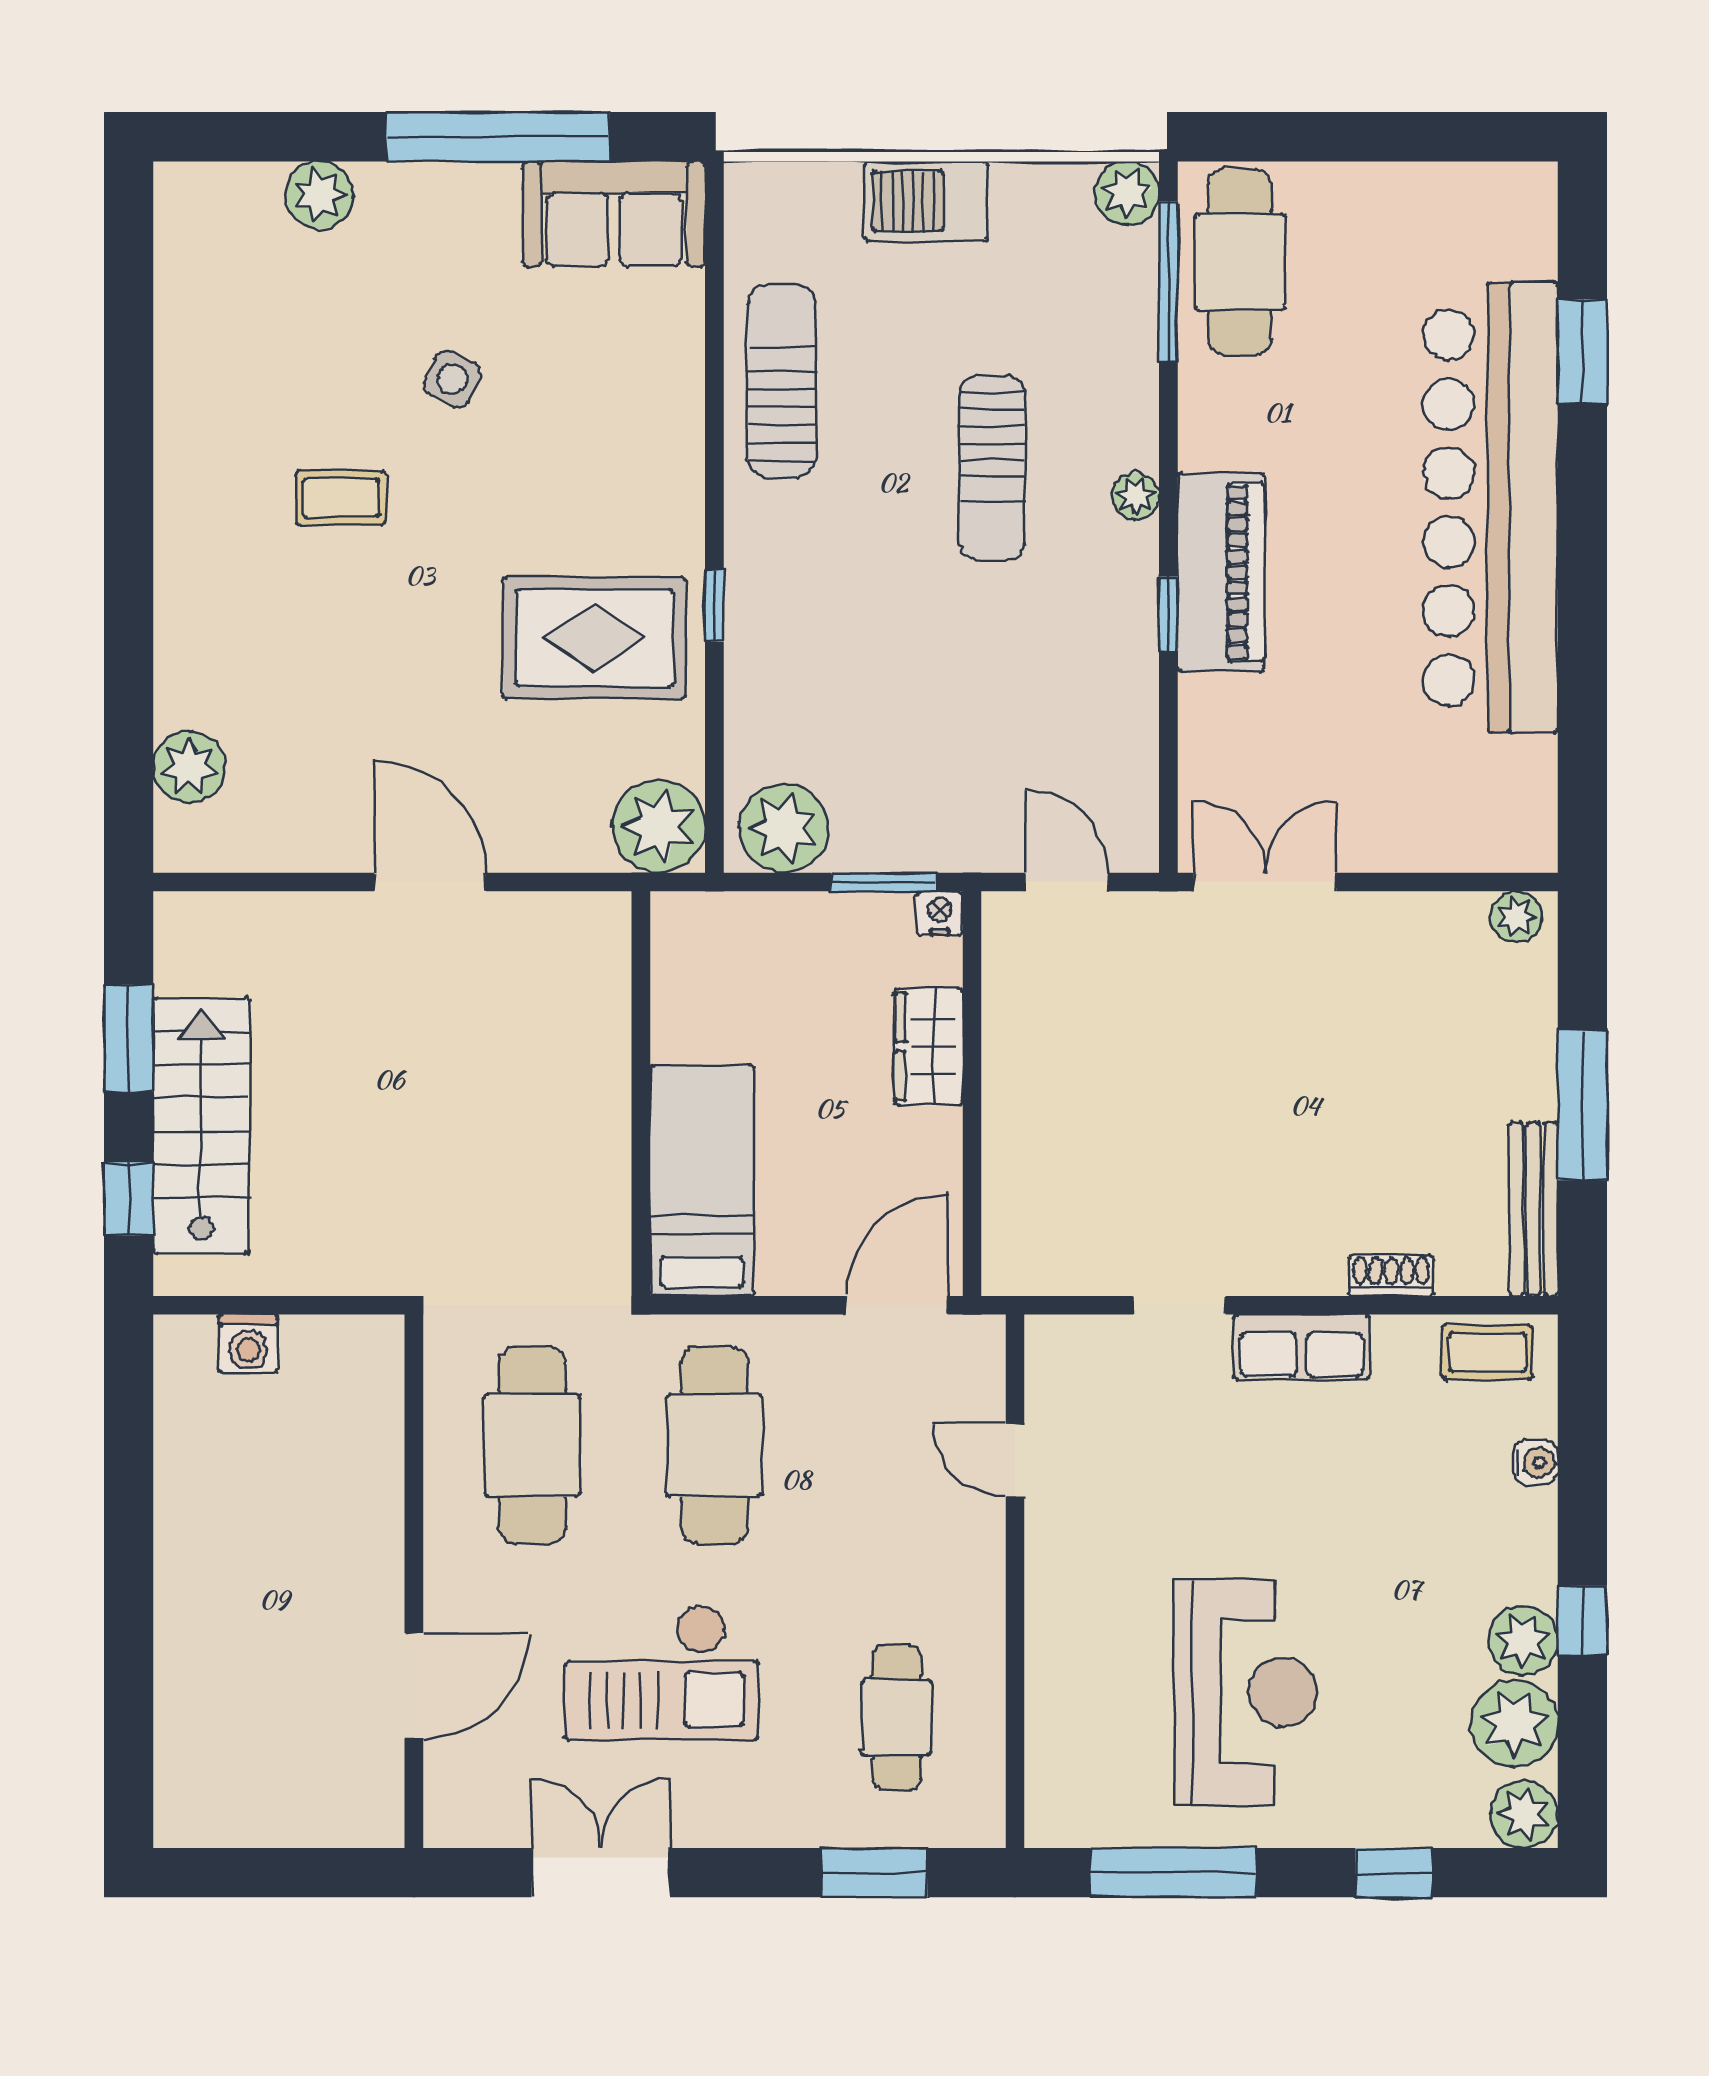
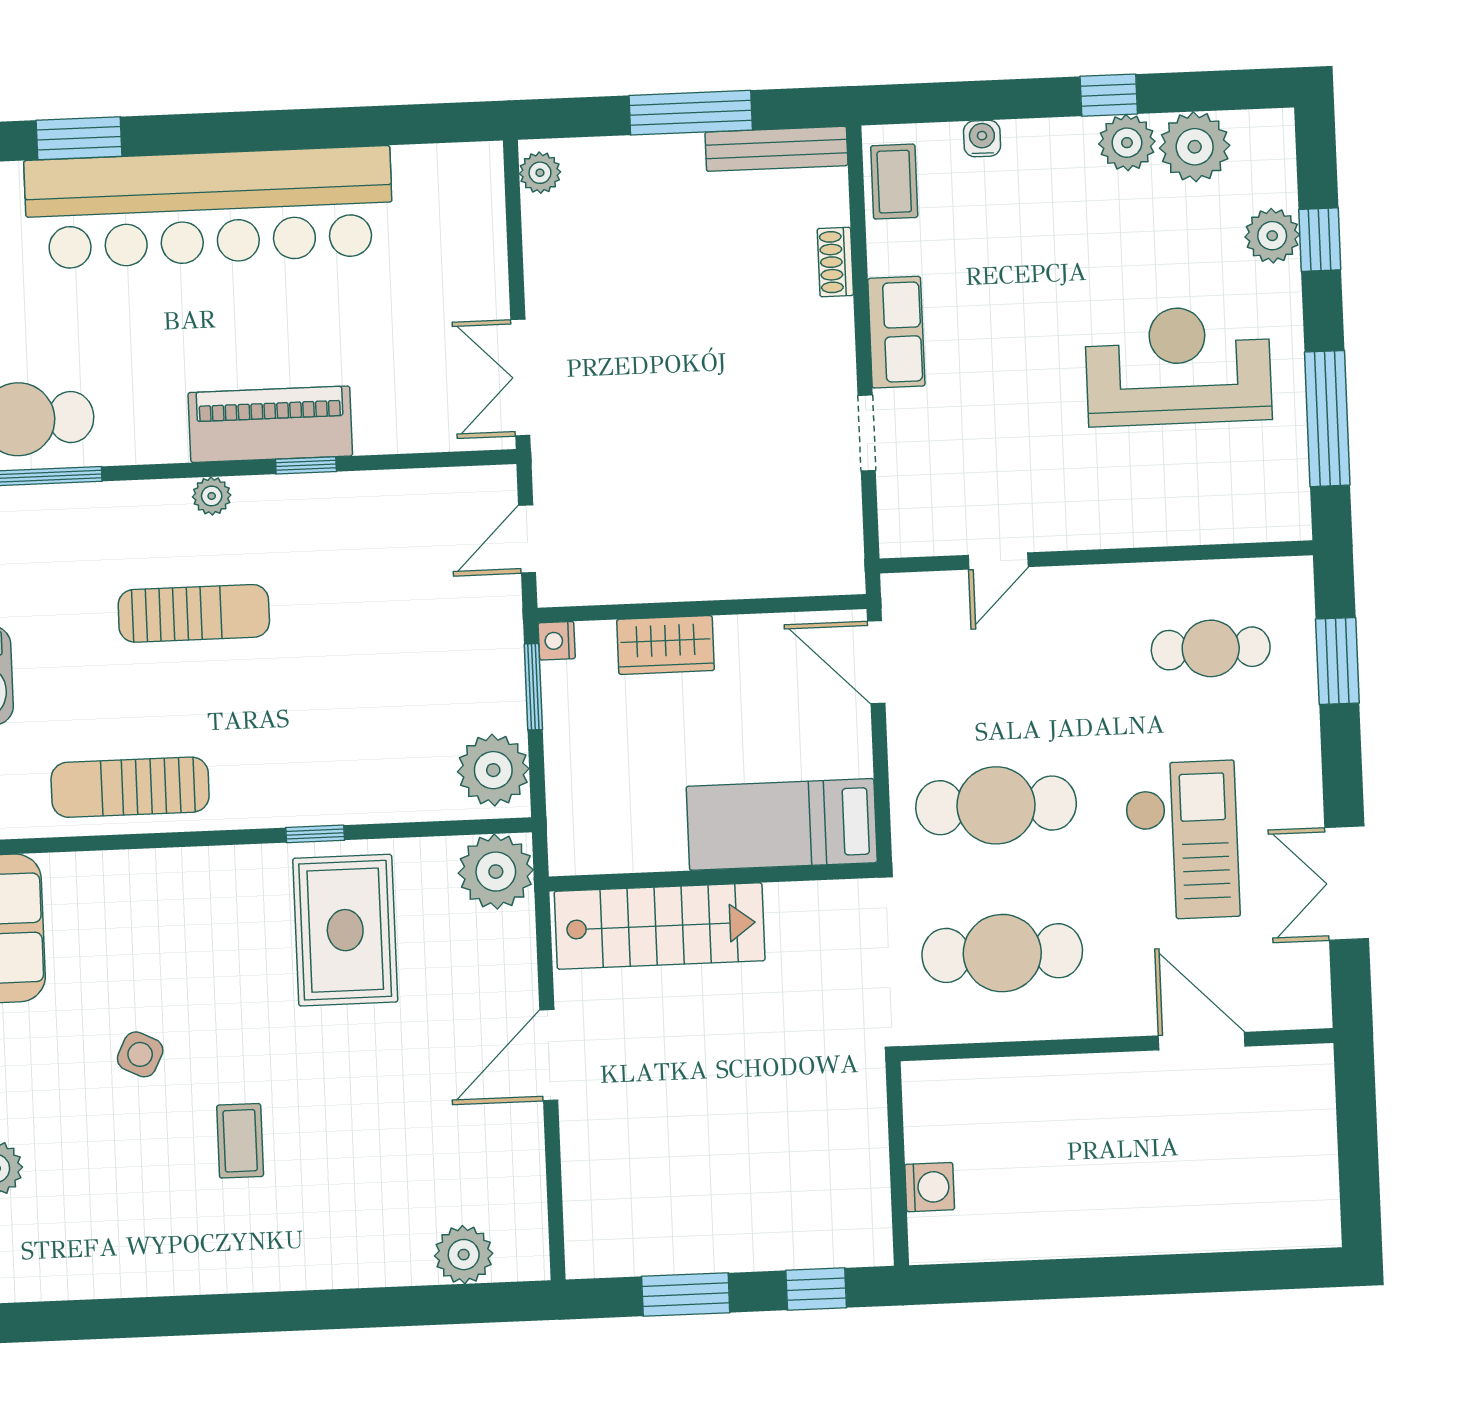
stairs: (201, 1126) -> (660, 926), moved, turned 180
plant: (1524, 1814) -> (1272, 236), moved

